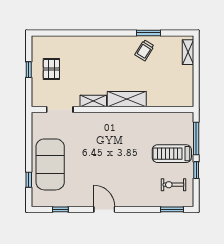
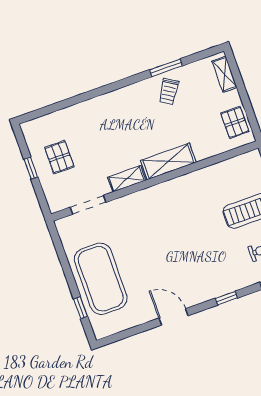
pallet: (183, 88) -> (235, 122), added
window: (60, 209) -> (226, 298), moved
door: (104, 209) -> (173, 317), moved

